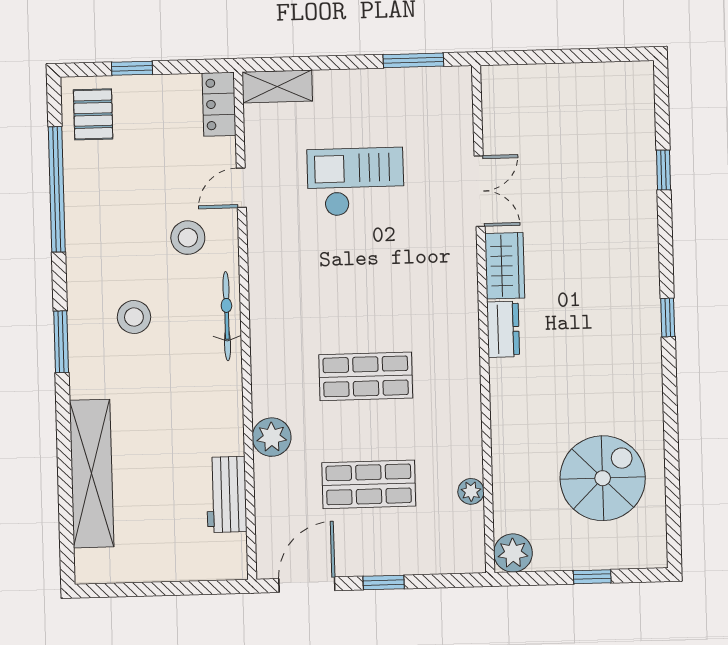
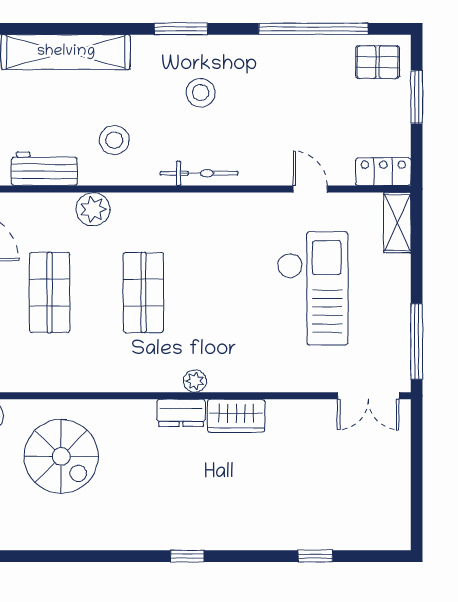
window: (413, 60) -> (417, 342), width x1.44
window: (132, 68) -> (417, 97), width x1.50
checkout: (356, 182) -> (313, 288), width x1.36, depth x1.21
double door: (480, 191) -> (368, 396), moved
stool: (188, 238) -> (114, 140), moved
spiral stairs: (603, 478) -> (61, 456), moved
plant: (471, 491) -> (195, 381), moved

